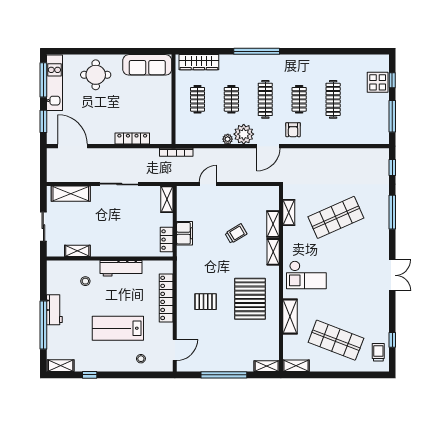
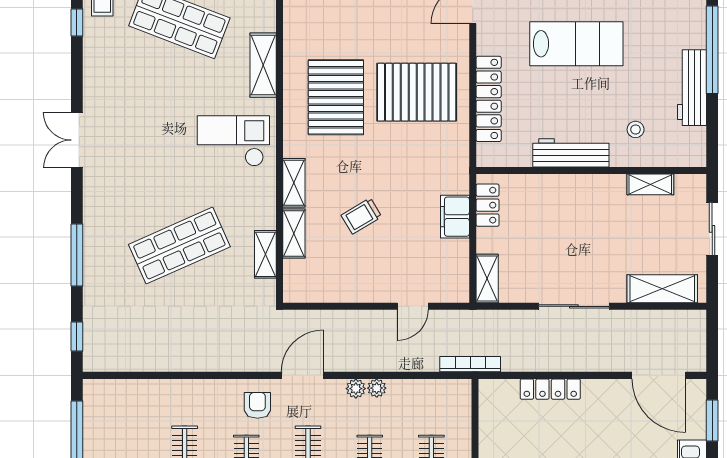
plant: (244, 134) -> (356, 389), width x0.53, depth x0.53
pallet: (206, 302) -> (417, 92), width x2.05, depth x2.00
workbench: (54, 310) -> (692, 88), width x1.38

